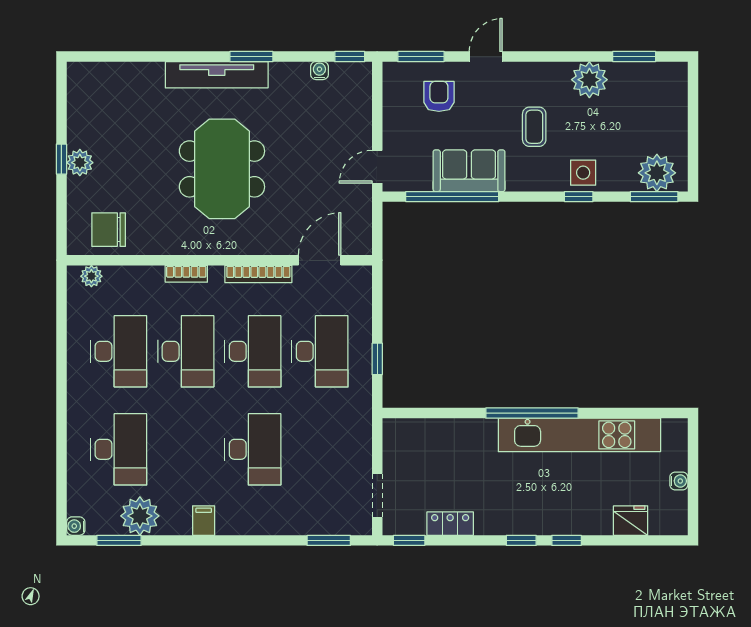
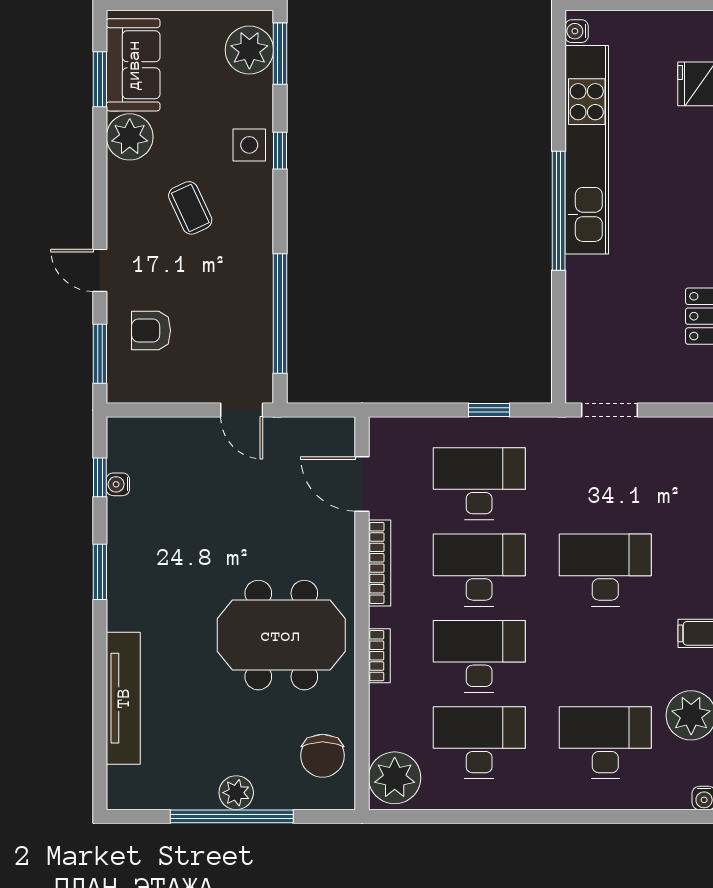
window: (350, 57) -> (100, 477), moved
tv unit: (217, 75) -> (123, 698), moved
coffee table: (534, 127) -> (190, 208), turned 65
window: (61, 159) -> (232, 816), width x3.17
meeting table: (222, 169) -> (281, 635), moved
sofa: (469, 171) -> (133, 65), moved, turned 180
plant: (91, 276) -> (395, 778), width x1.87, depth x1.87
water cooler: (679, 481) -> (577, 31), moved, turned -90
doorway: (377, 495) -> (609, 410), moved

